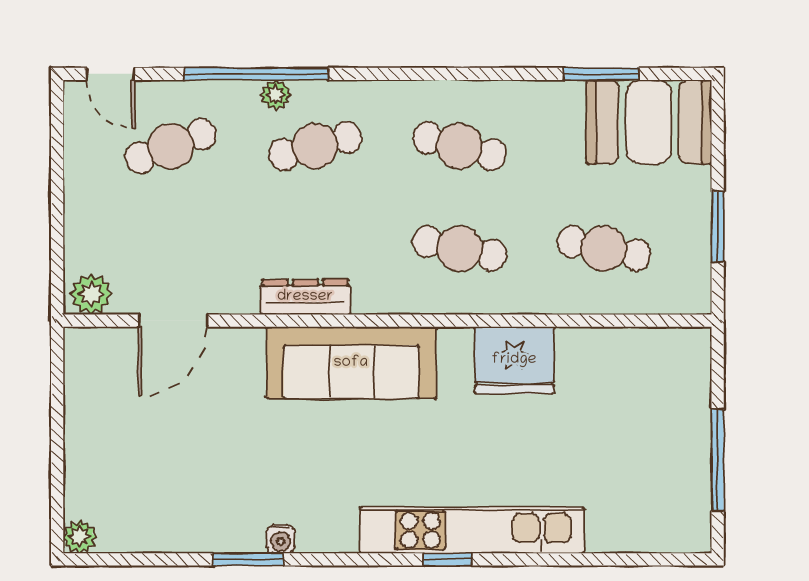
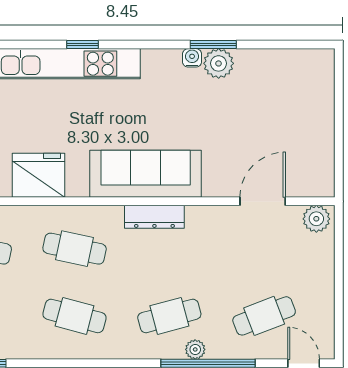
dresser: (305, 297) -> (154, 217), moved
plant: (80, 537) -> (219, 63), moved, width x1.38, depth x1.38

